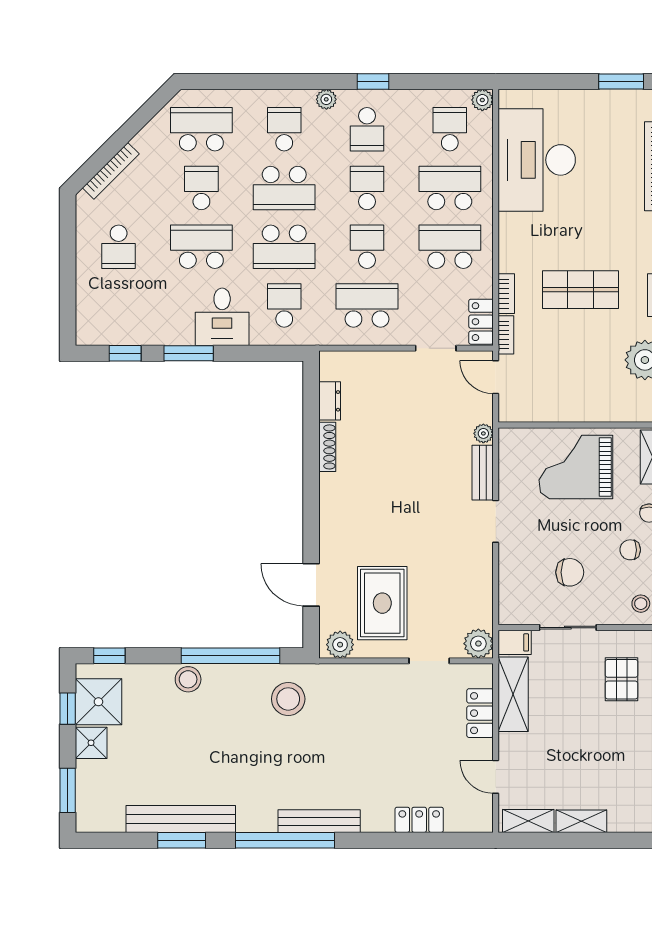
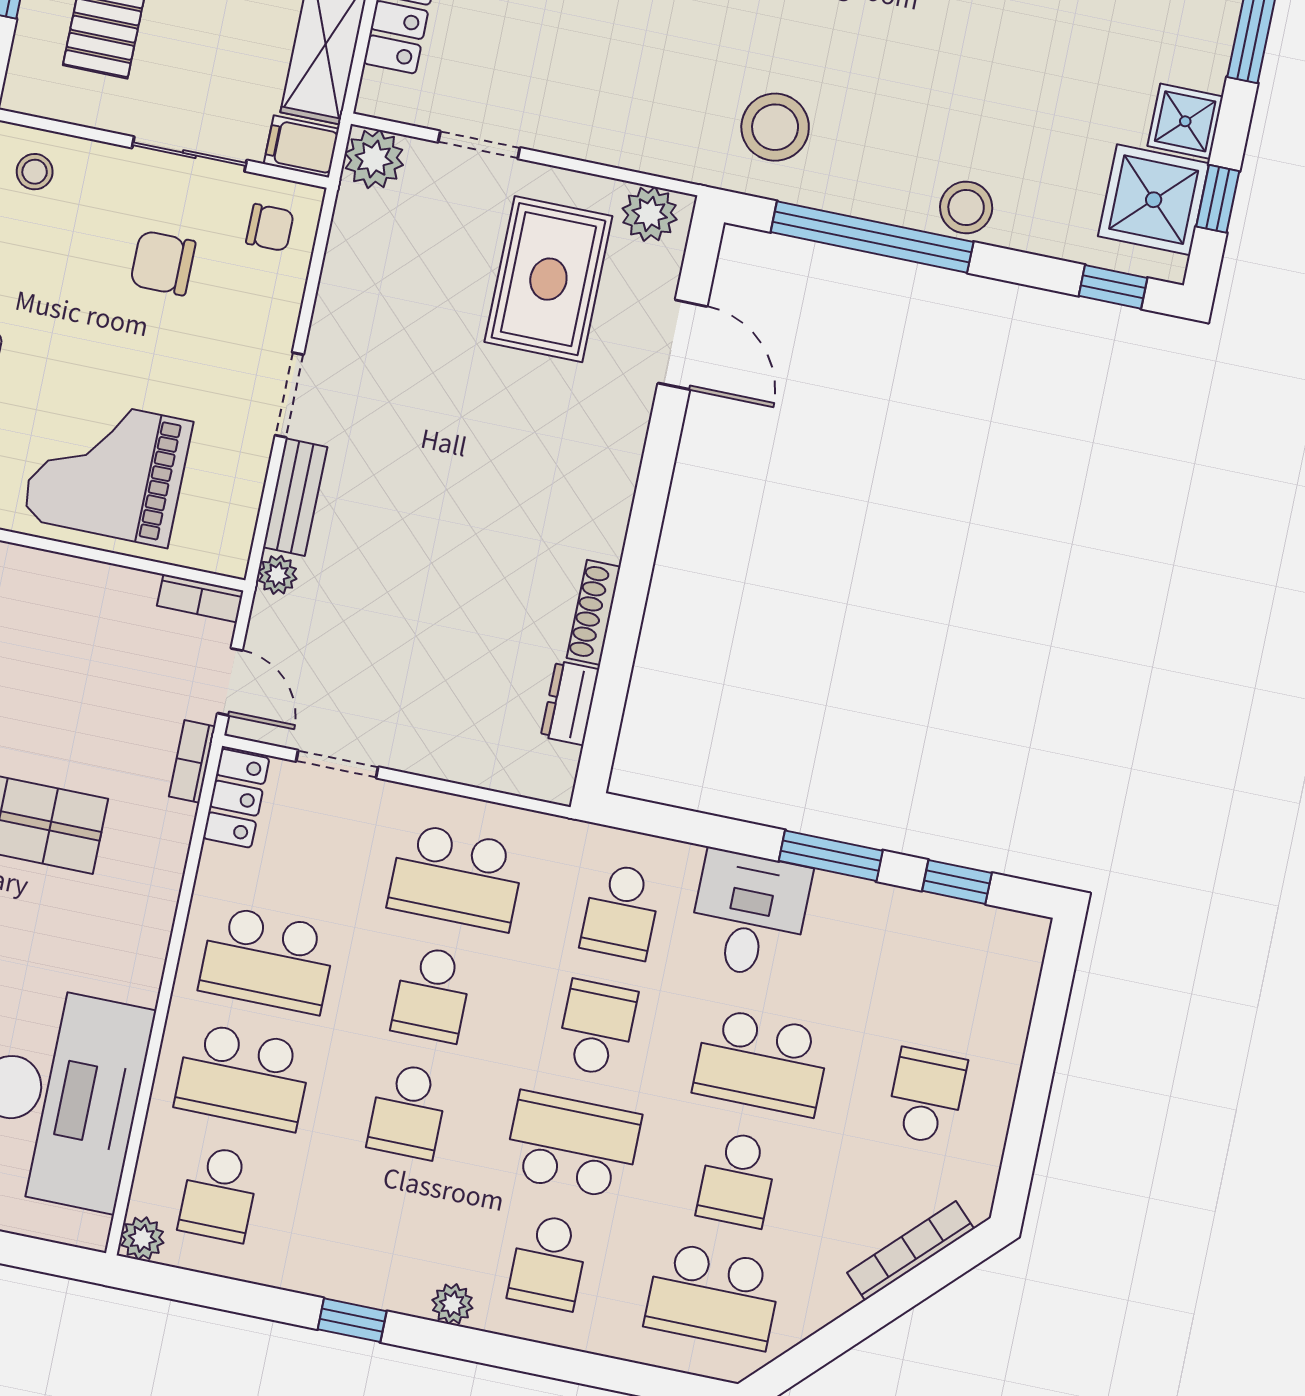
school desk: (367, 129) -> (384, 1228), removed
school desk: (284, 247) -> (597, 1028), width x0.54
bookcase: (506, 294) -> (200, 598), moved, turned -90
grand piano: (576, 467) -> (107, 470), turned 180
chair: (630, 550) -> (270, 228), moved

